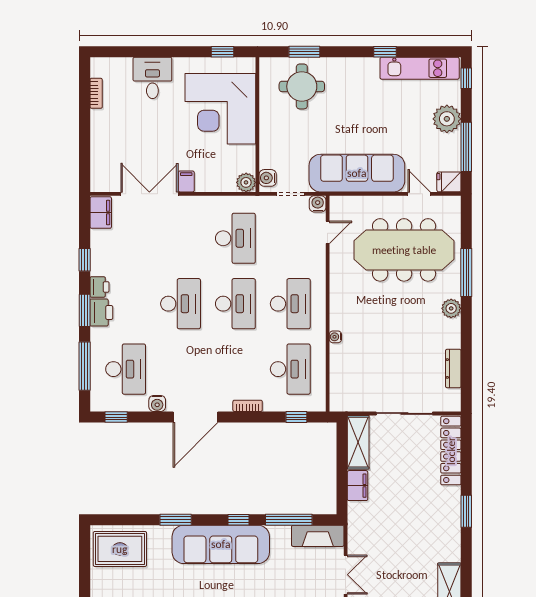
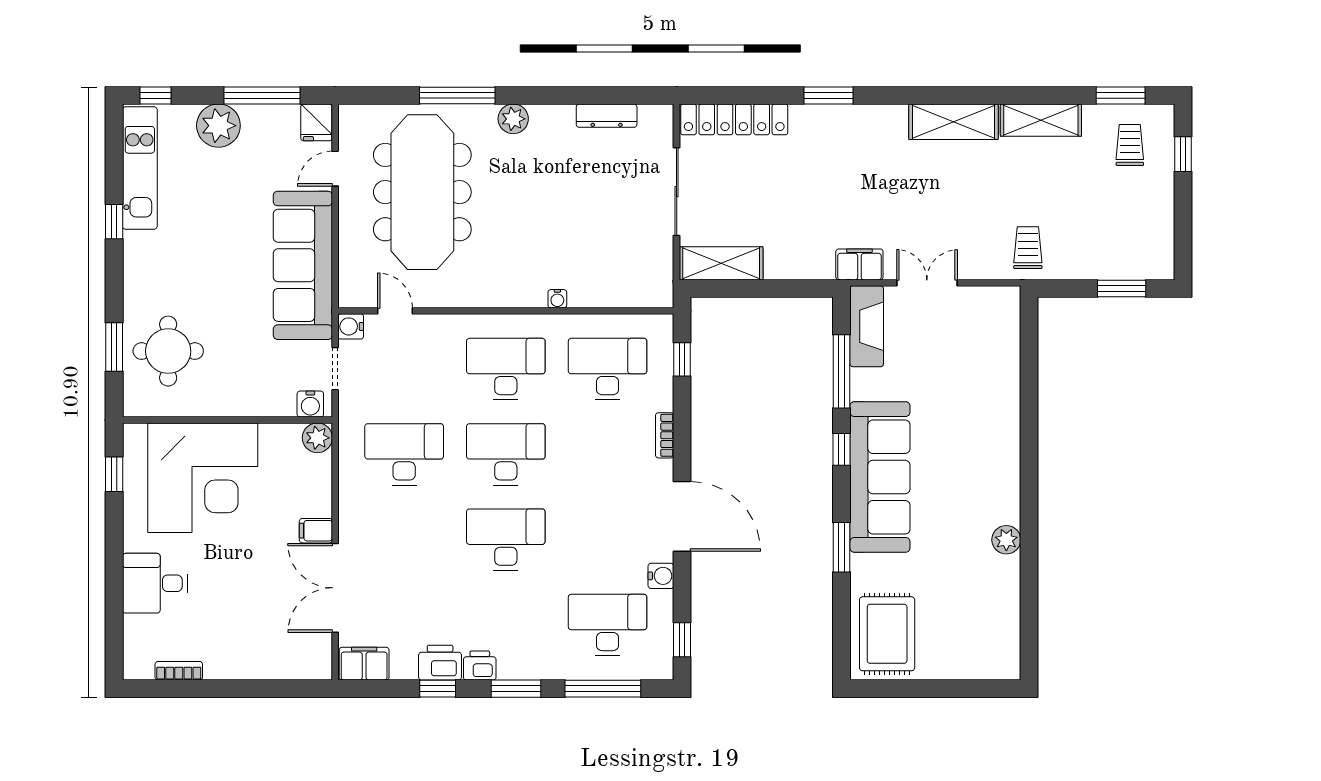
printer: (101, 312) -> (440, 663), moved
filing cabinet: (358, 486) -> (859, 264), moved

